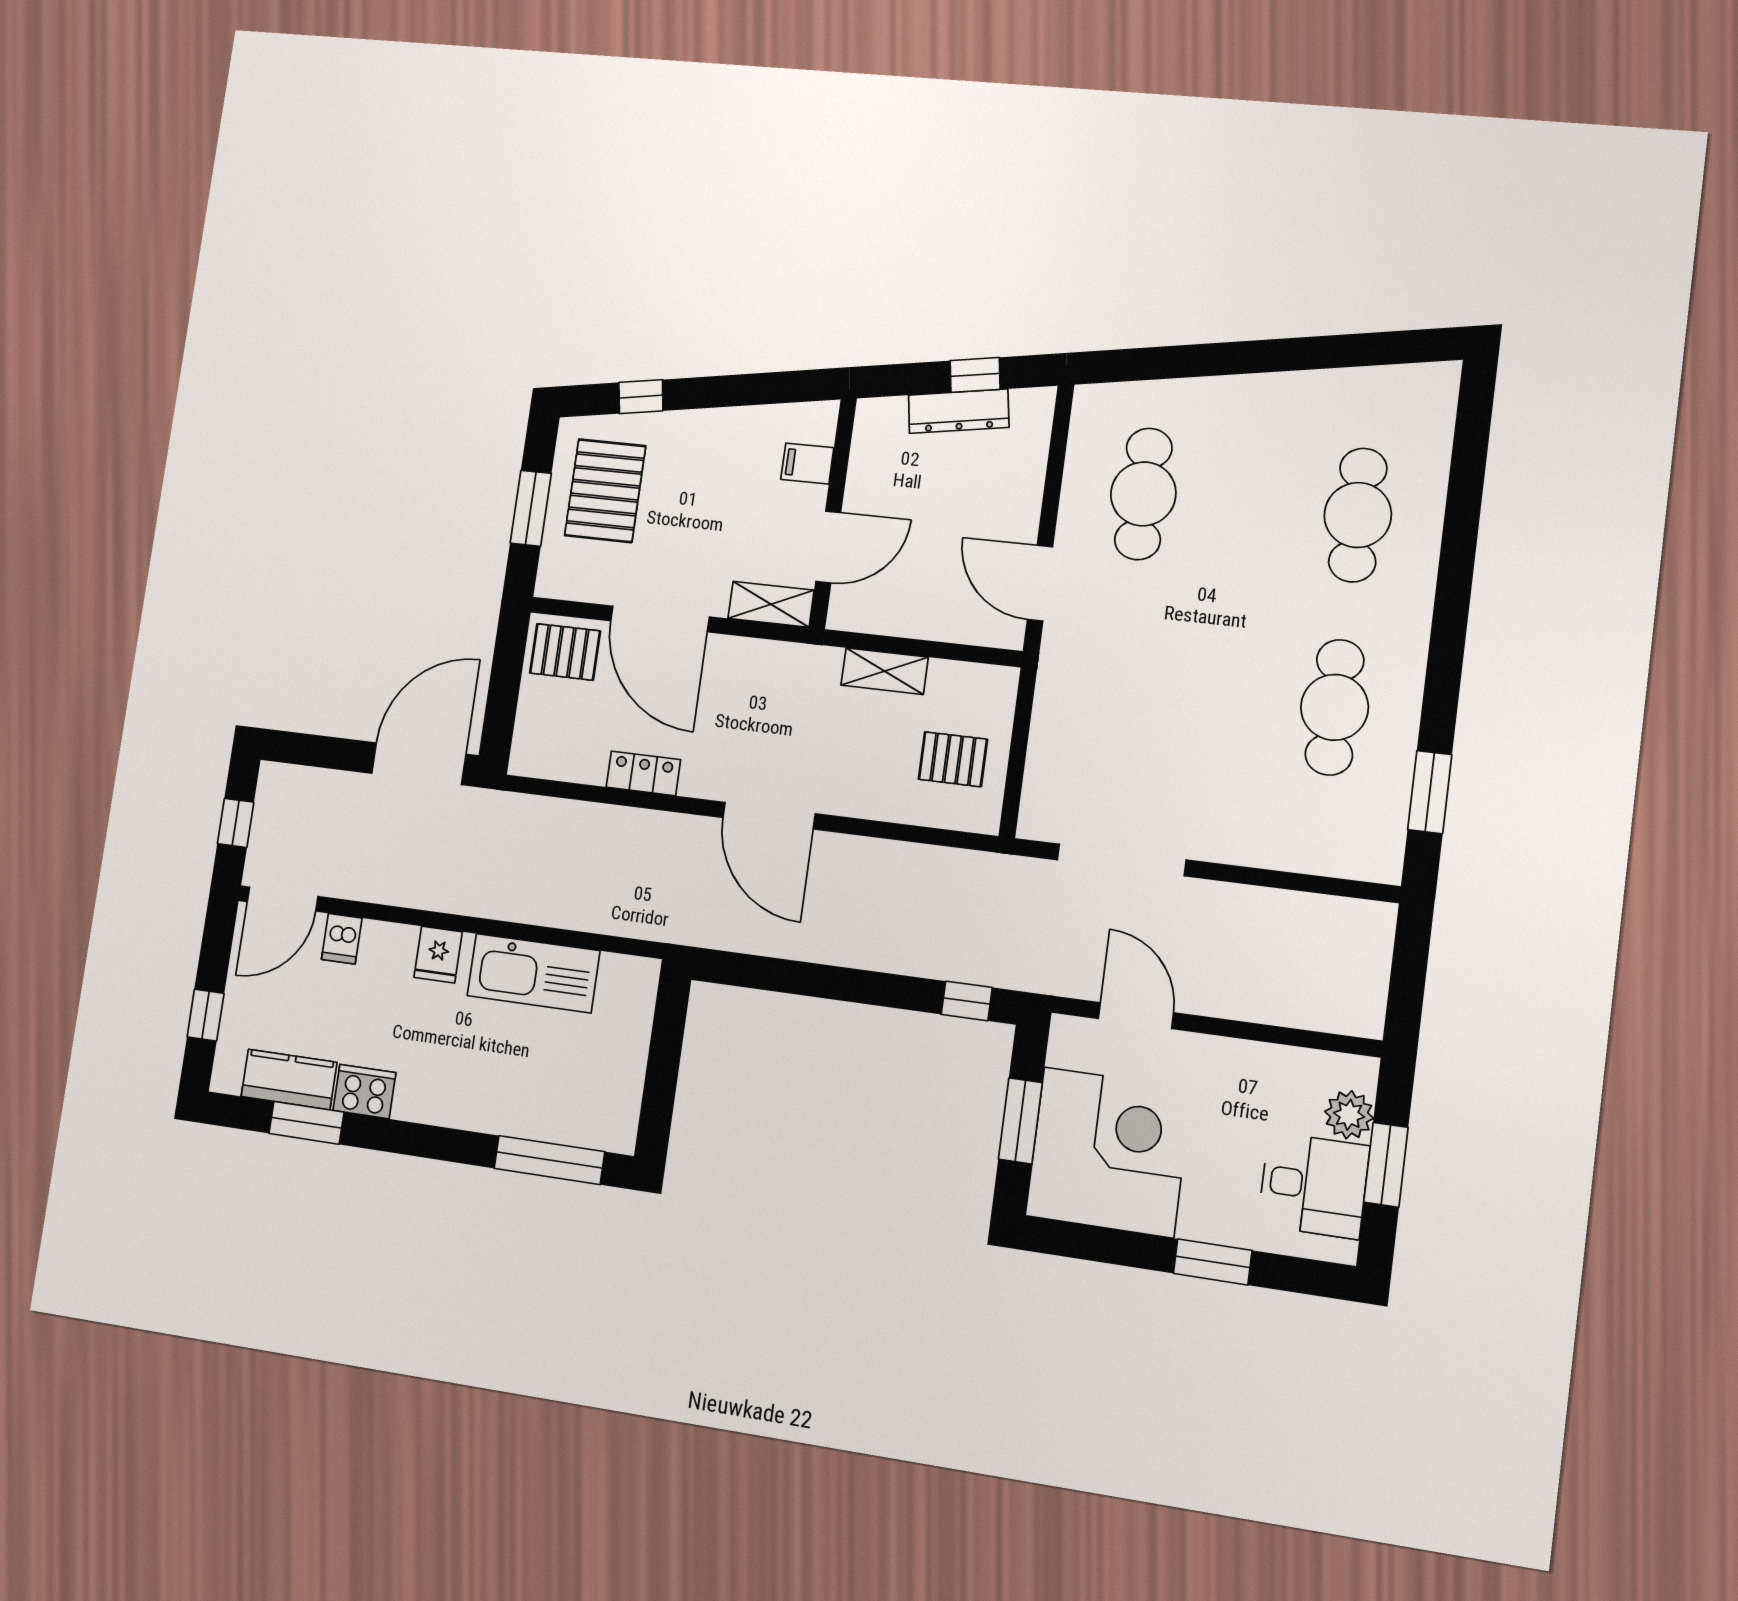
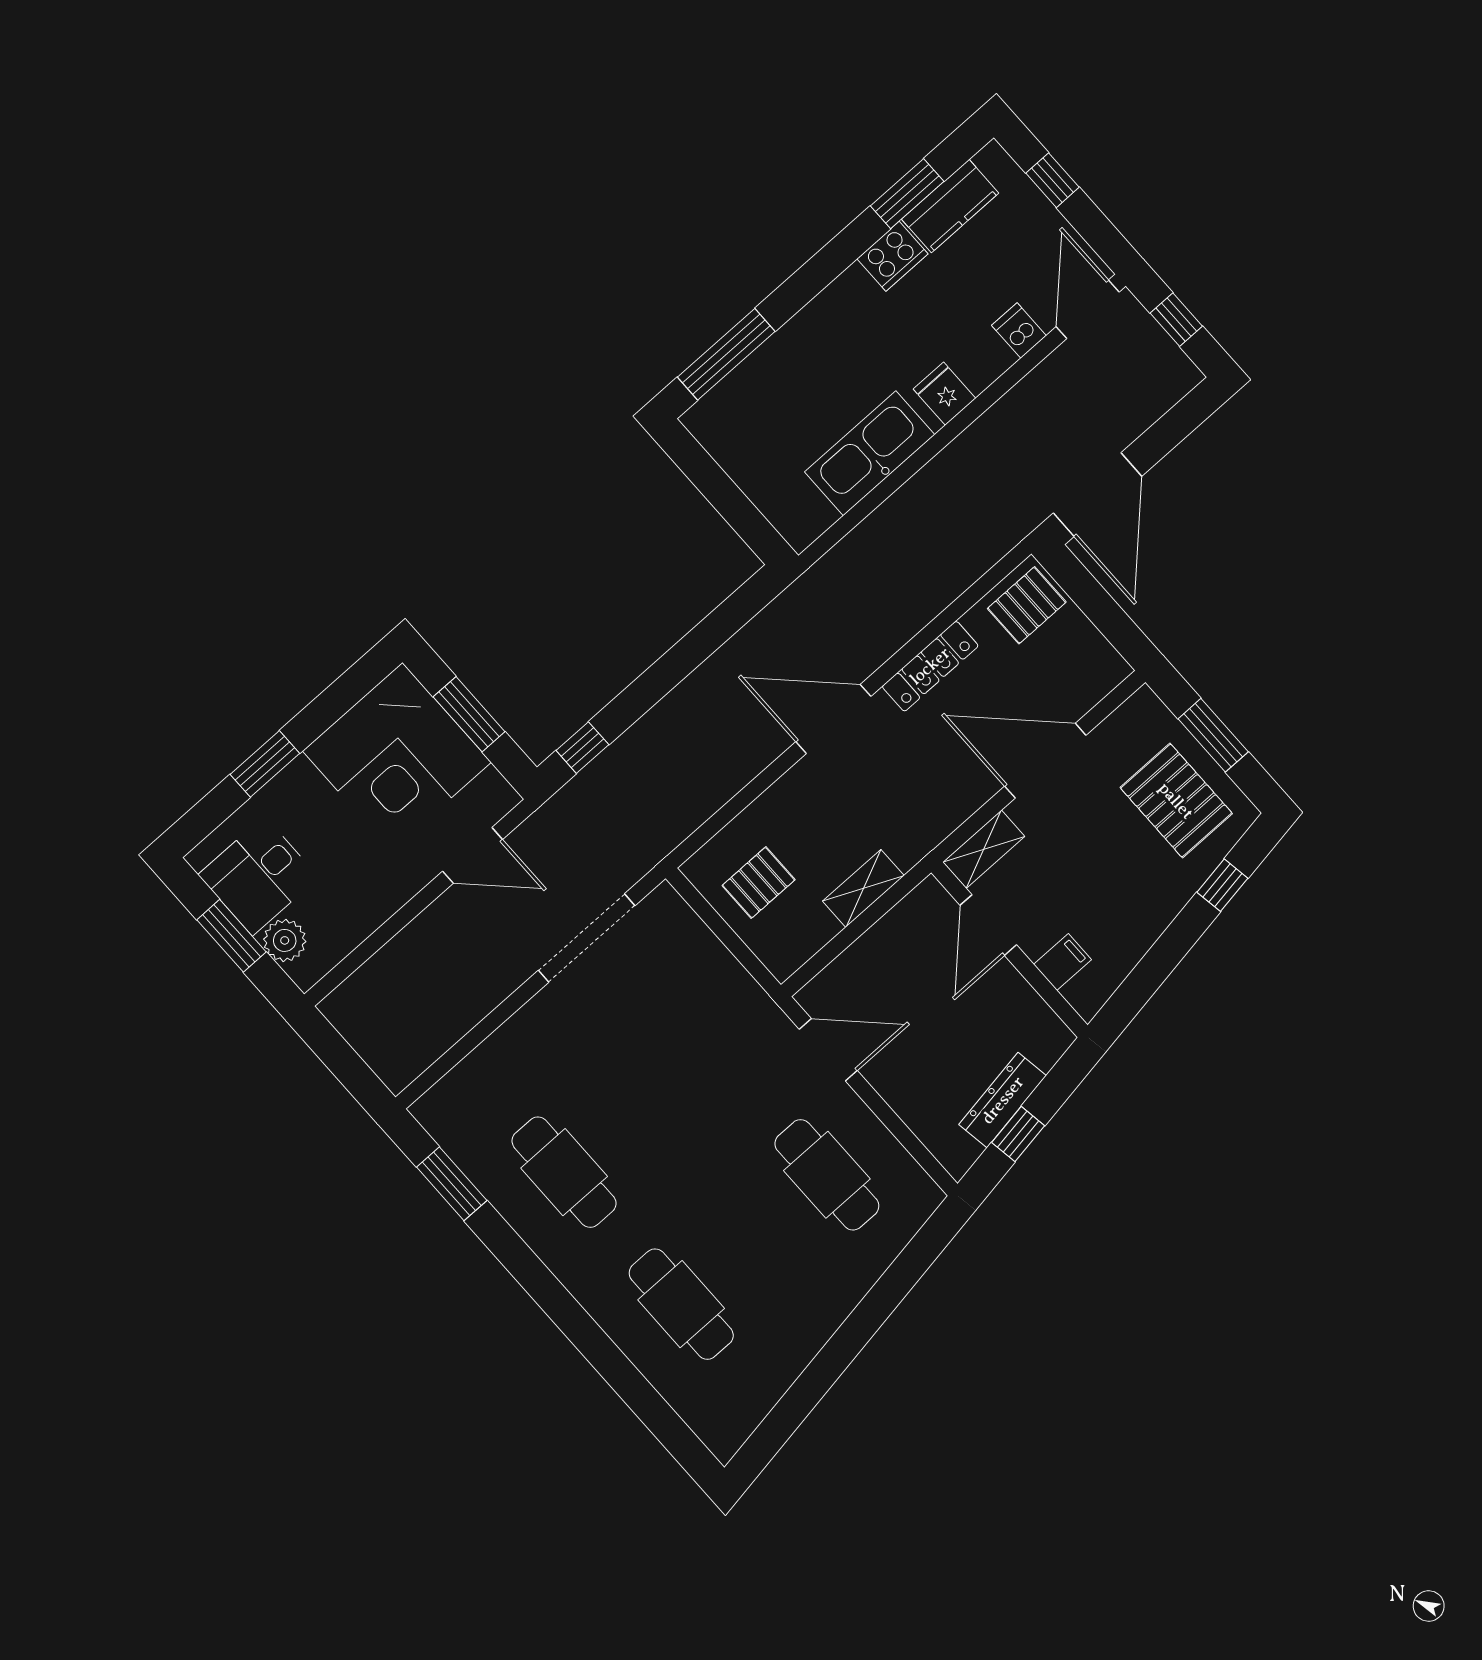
pallet: (565, 652) -> (1027, 605), moved
locker: (643, 773) -> (930, 666), width x1.53

